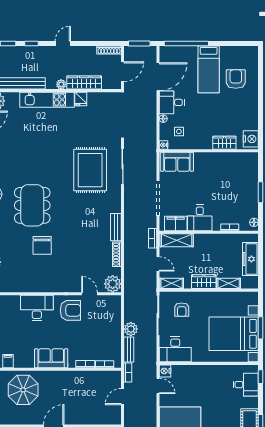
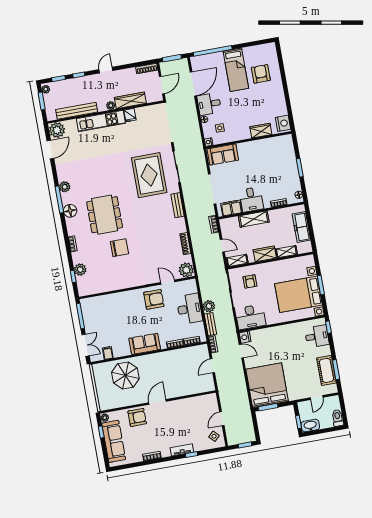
bench: (116, 227) -> (177, 205), moved
shelving: (177, 240) -> (254, 219), moved
chair: (42, 245) -> (119, 248), turned -90
desk: (37, 308) -> (189, 309), moved, turned 90

